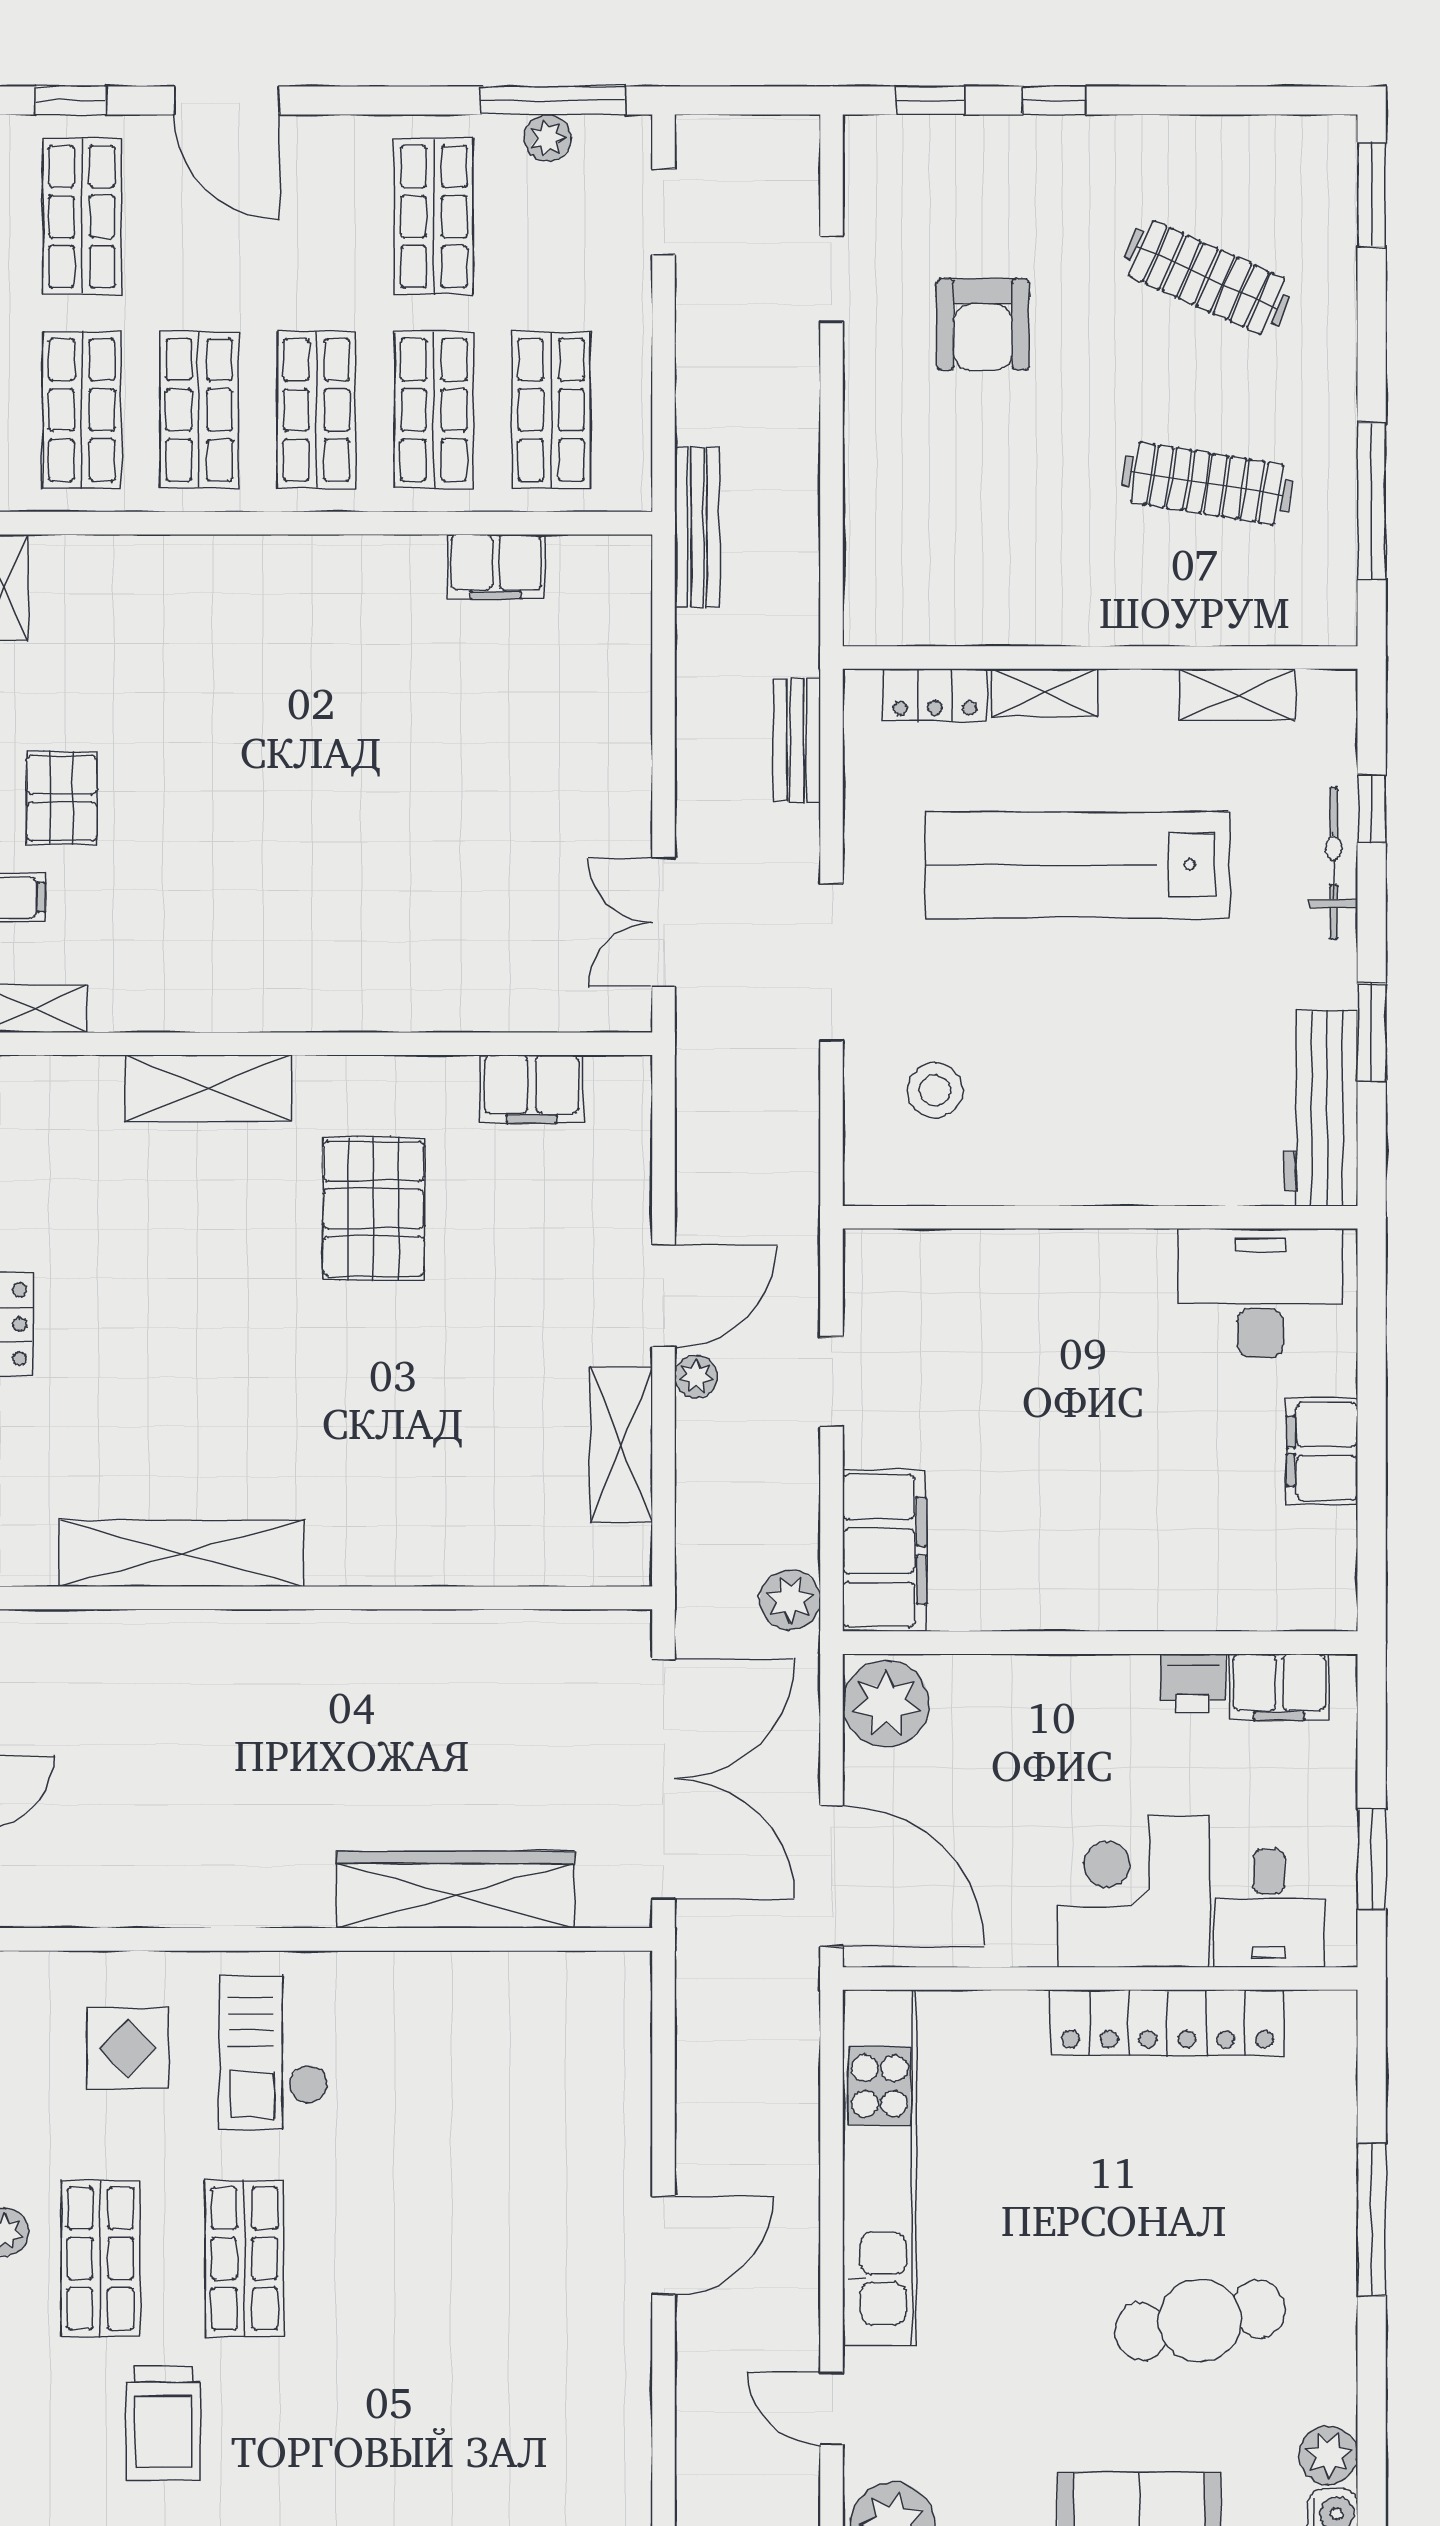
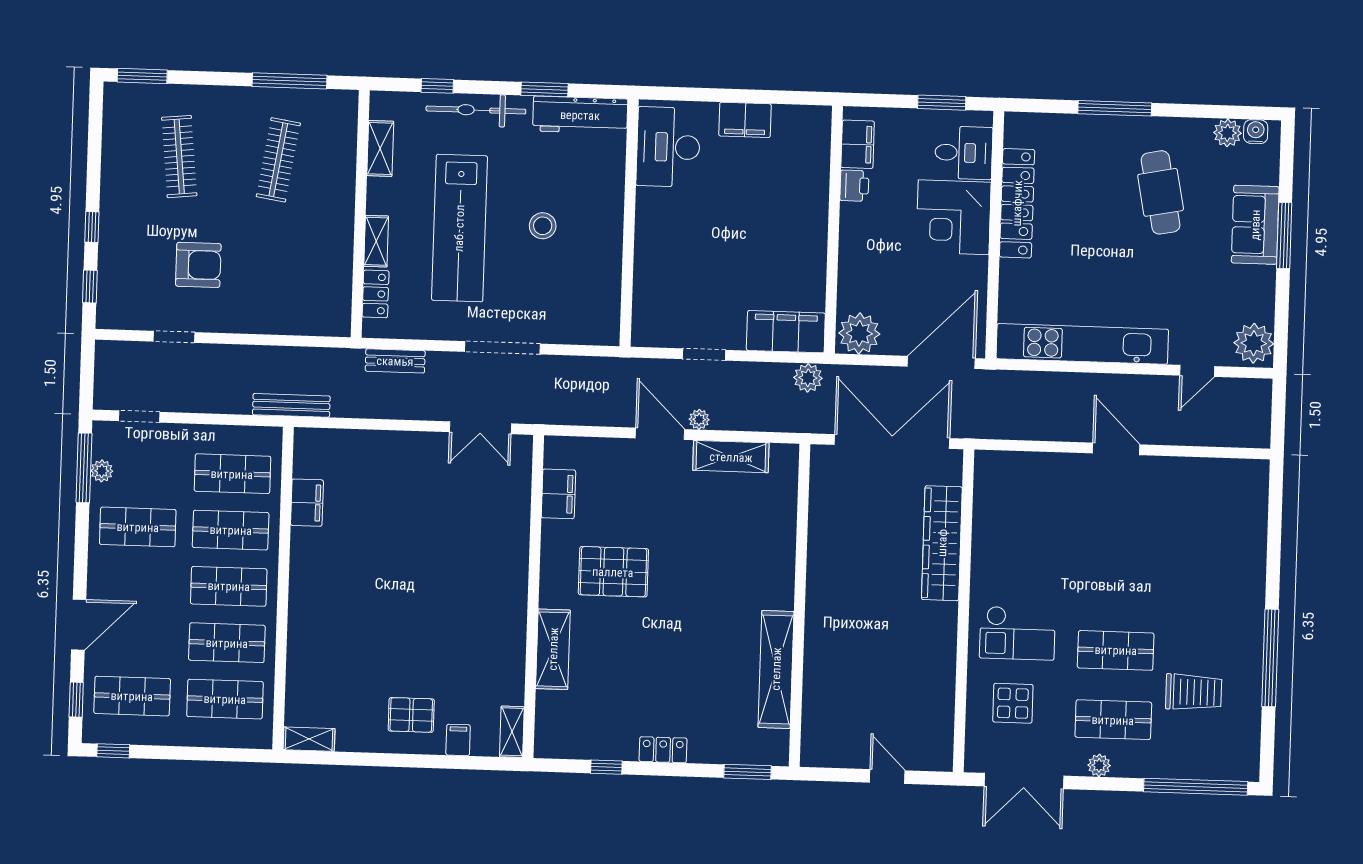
clothes rail: (1207, 277) -> (179, 157), turned -30
bicycle: (1334, 863) -> (476, 110), width x1.37, depth x1.40
stool: (935, 1090) -> (543, 226), moved

